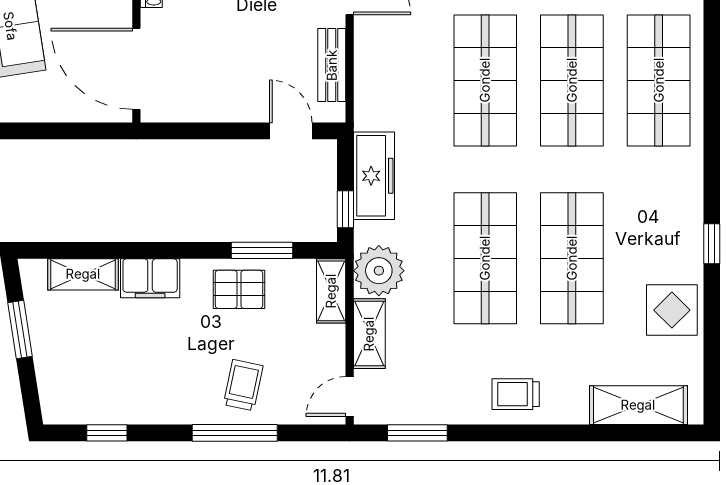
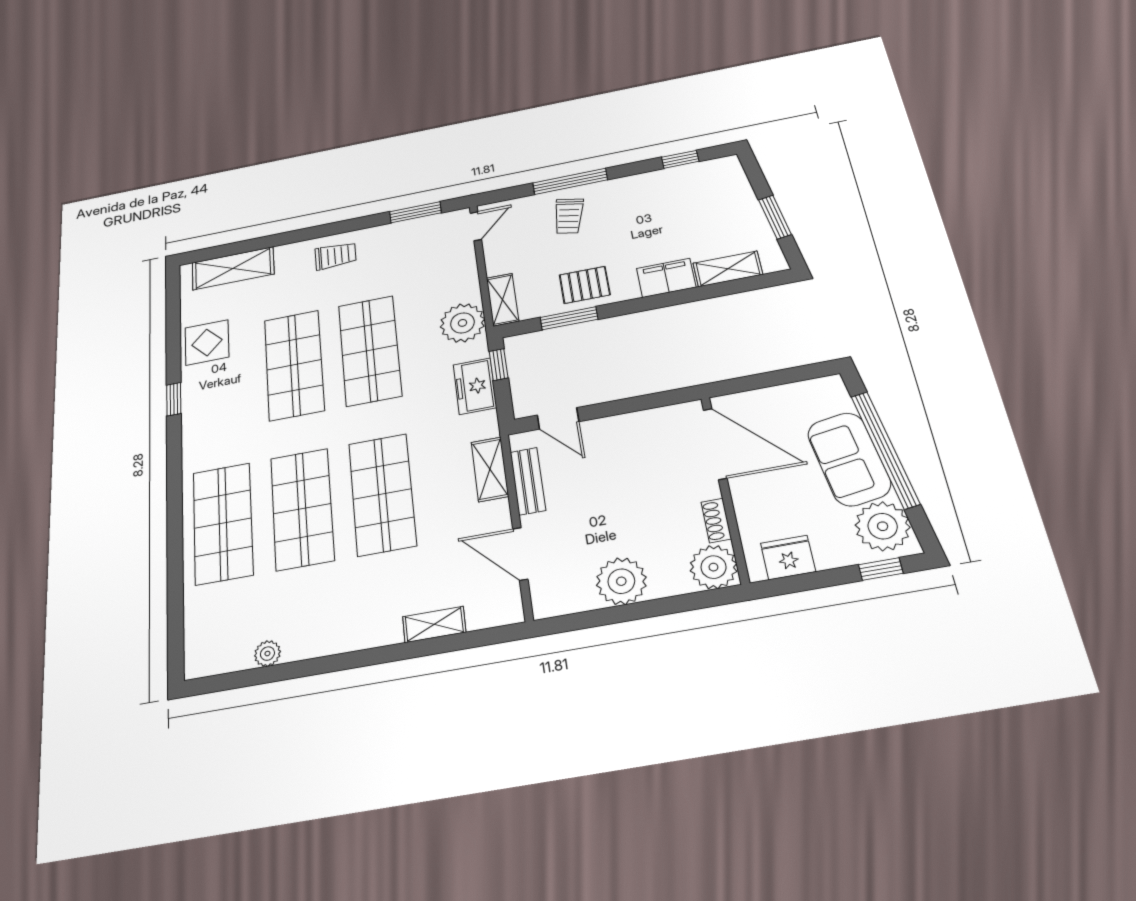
freezer: (374, 176) -> (475, 386), width x0.71
shelving: (369, 334) -> (490, 469), moved

